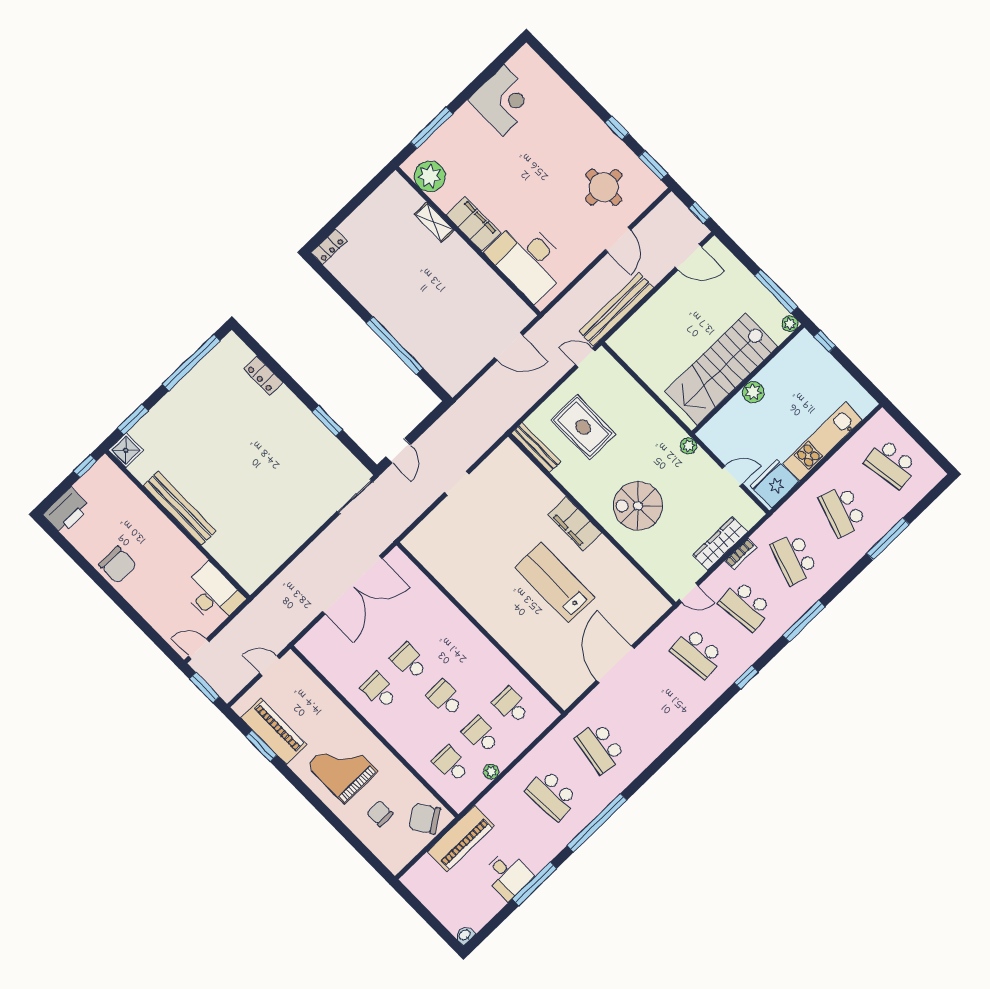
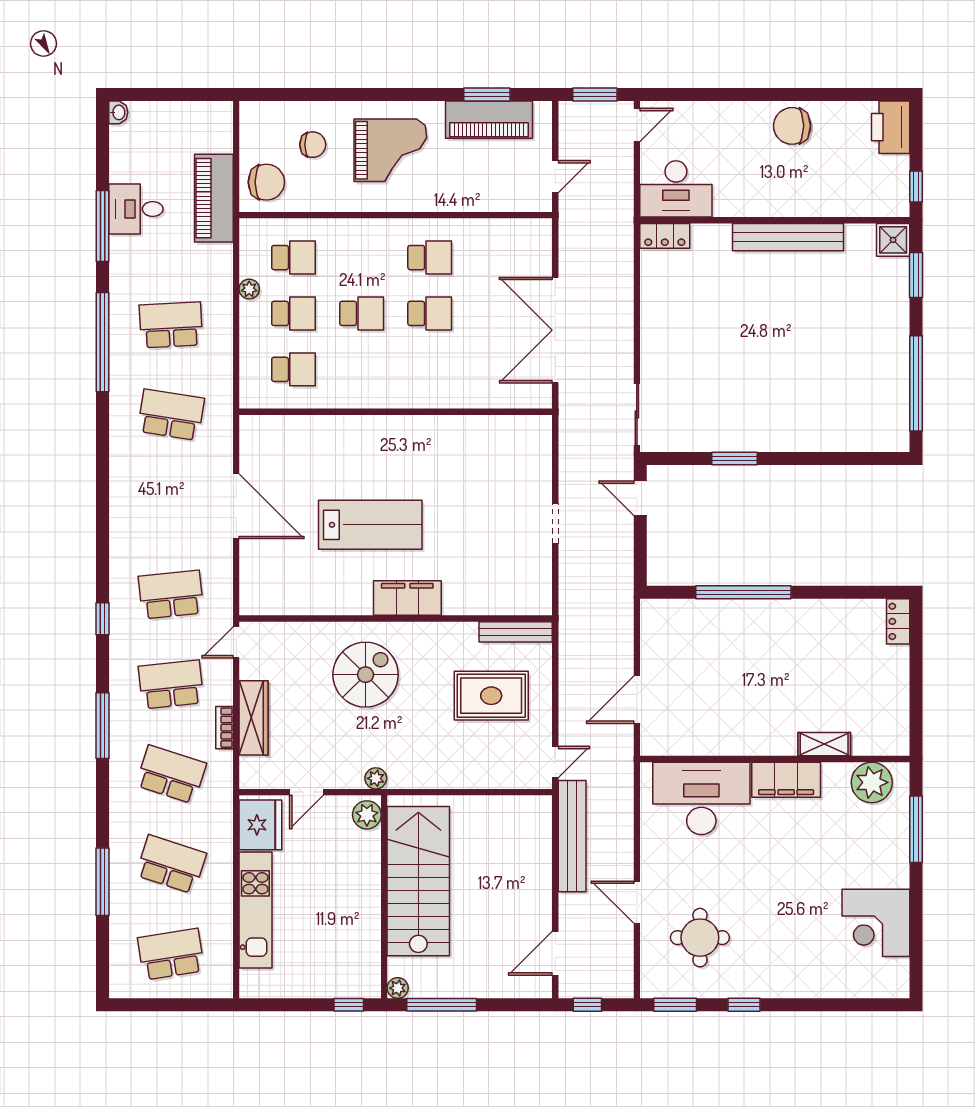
locker: (263, 376) -> (665, 236), moved, turned 180
plant: (753, 392) -> (367, 815), moved
chair: (425, 819) -> (266, 182), turned 33

